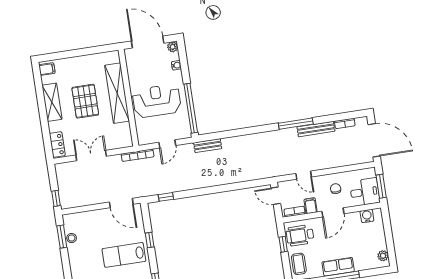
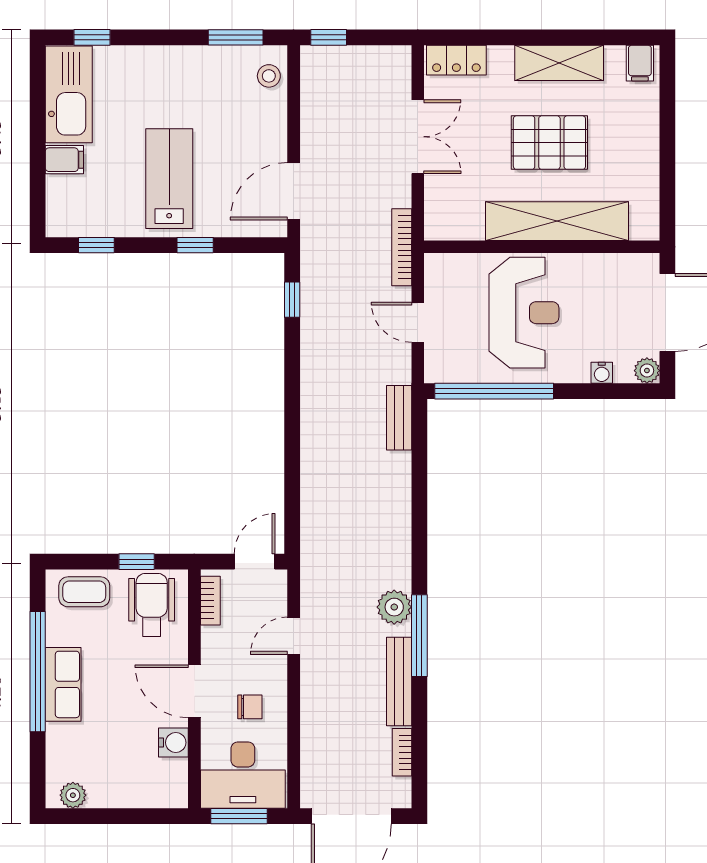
plant: (286, 136) -> (394, 607), added
desk: (365, 192) -> (243, 775), width x1.37
filing cabinet: (311, 206) -> (218, 641), removed
water cooler: (367, 216) -> (173, 743), moved
stool: (72, 238) -> (269, 76), moved

